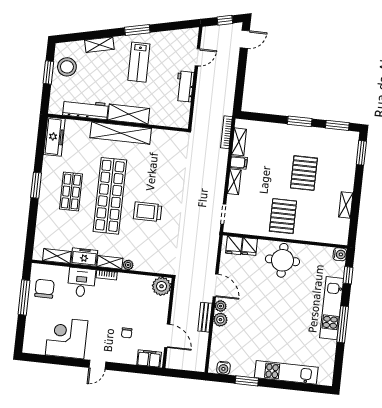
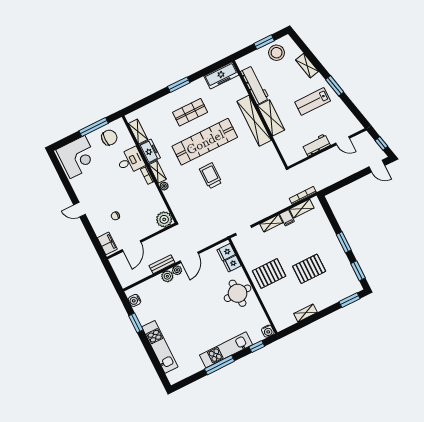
corner desk: (67, 338) -> (78, 157), moved, turned 90

